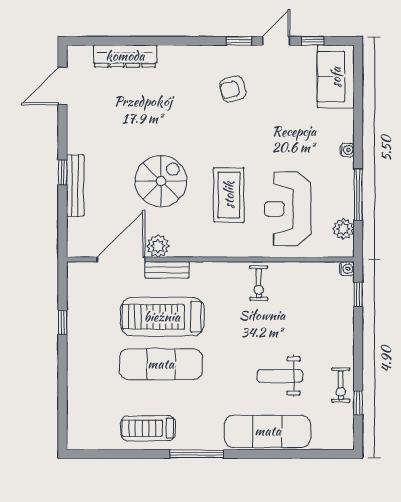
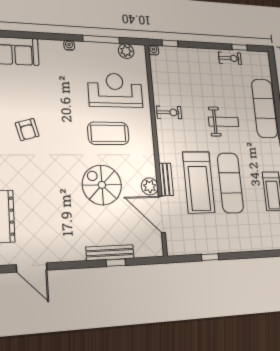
window: (62, 172) -> (116, 263), moved
reception desk: (288, 209) -> (115, 90), turned 180
weight bench: (280, 376) -> (224, 122), moved, turned -90

